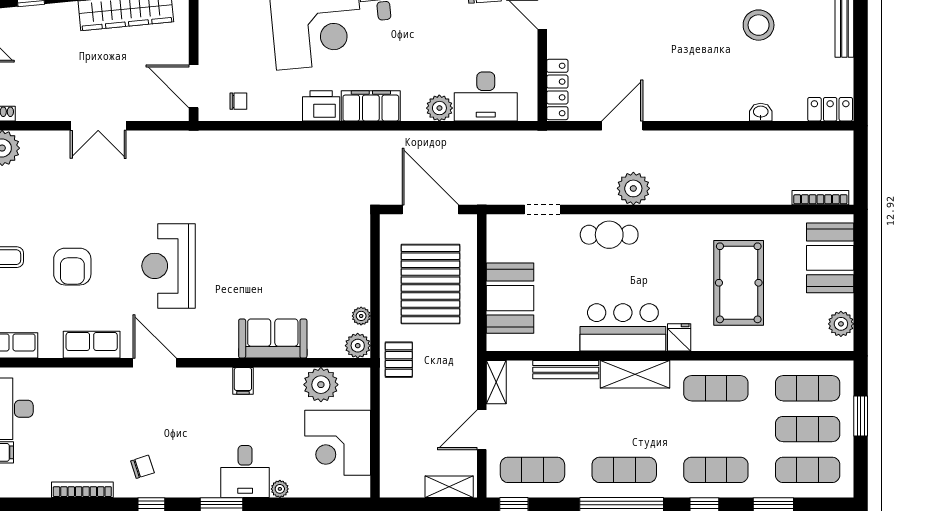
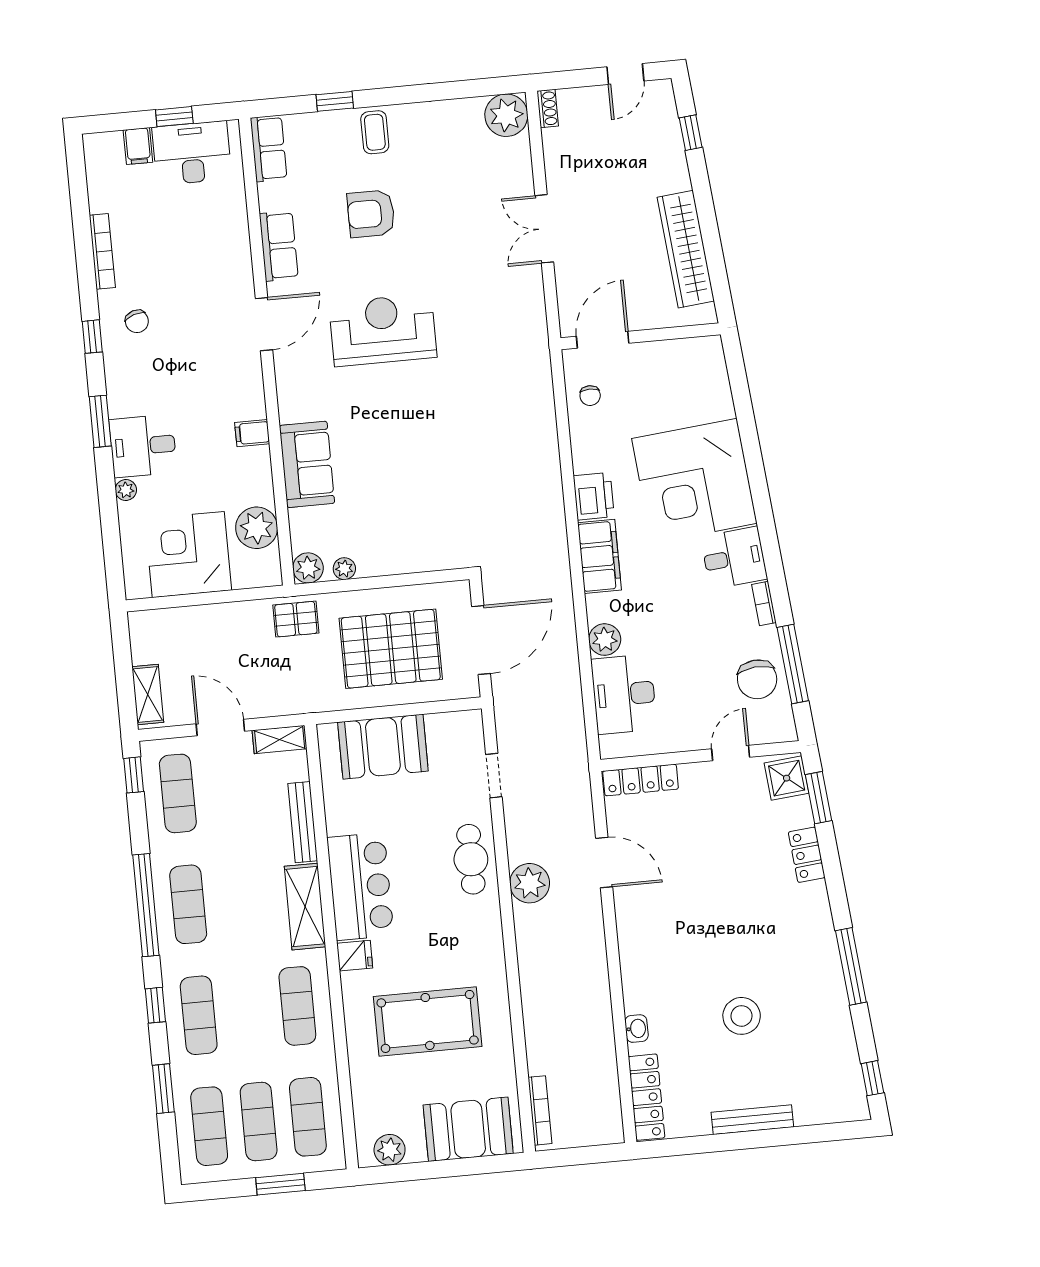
locker: (830, 109) -> (647, 1097), width x1.53

